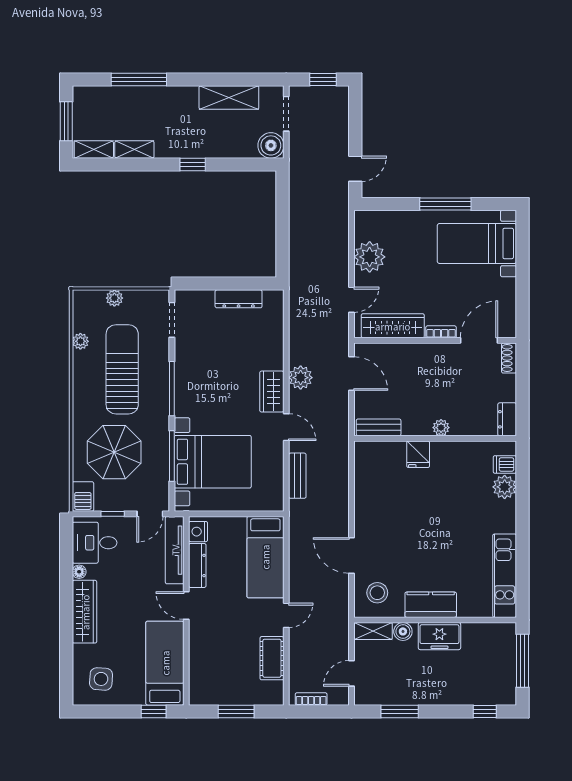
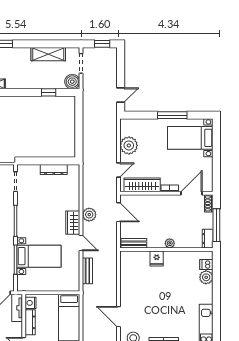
window: (193, 164) -> (49, 92), moved
window: (523, 396) -> (216, 225), added
bed with nightstands: (213, 462) -> (39, 256), width x0.73
tv unit: (175, 550) -> (17, 308), width x0.71

